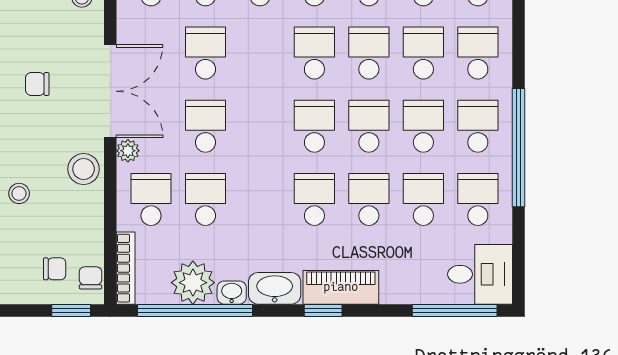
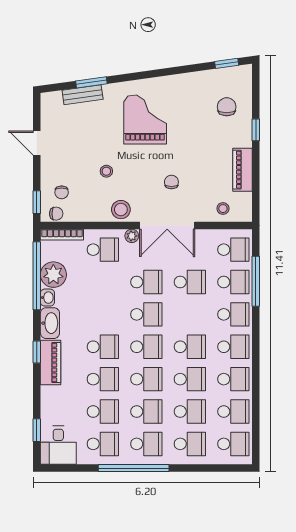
school desk: (205, 199) -> (146, 314), moved
window: (455, 310) -> (37, 430), width x0.46

